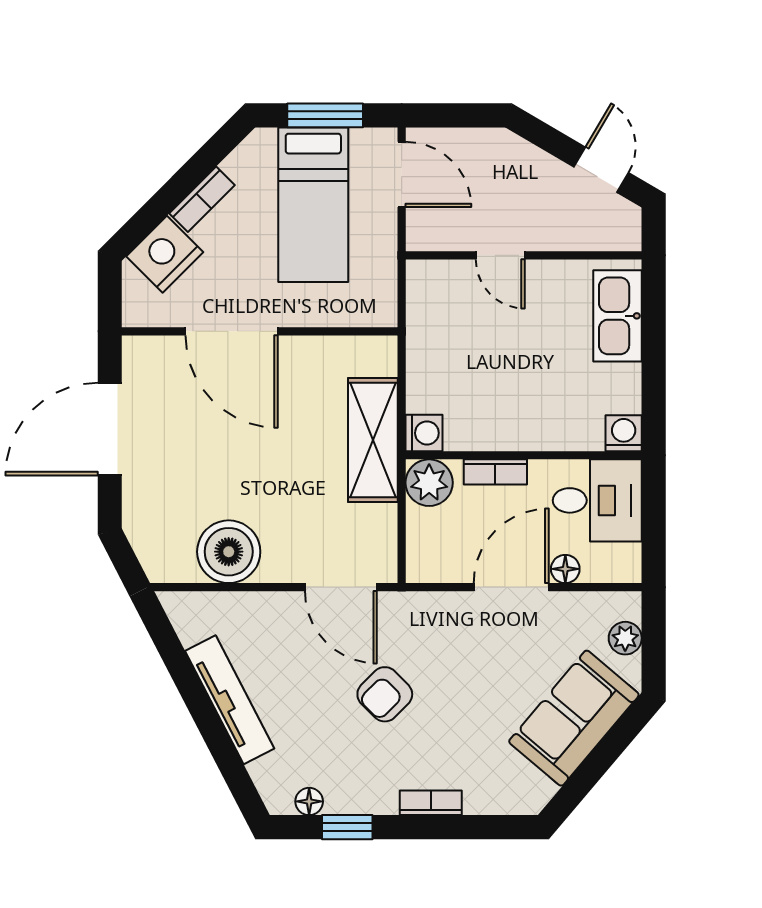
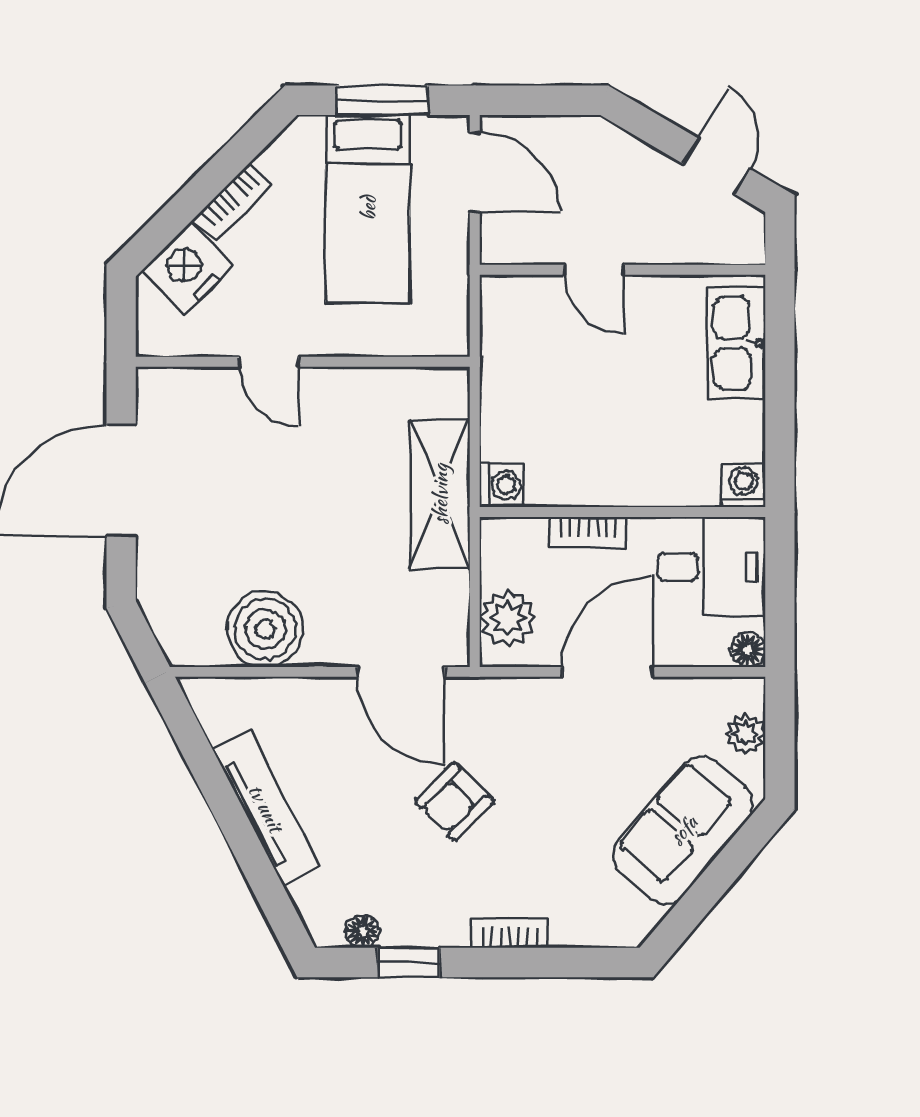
door: (232, 331) -> (269, 362), width x0.53
plant: (429, 483) -> (508, 618), moved
floor lamp: (565, 569) -> (748, 650), moved

